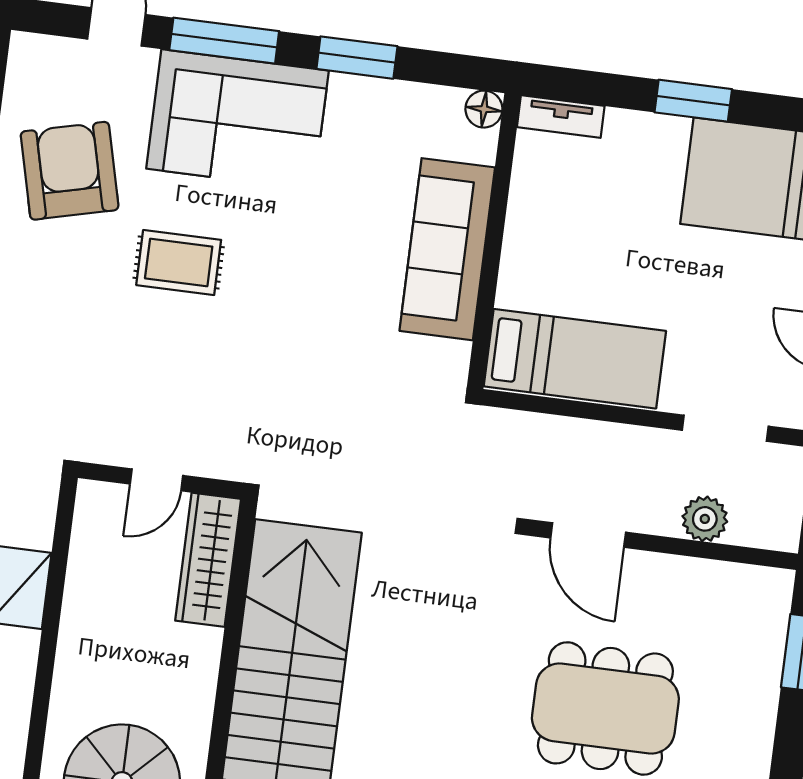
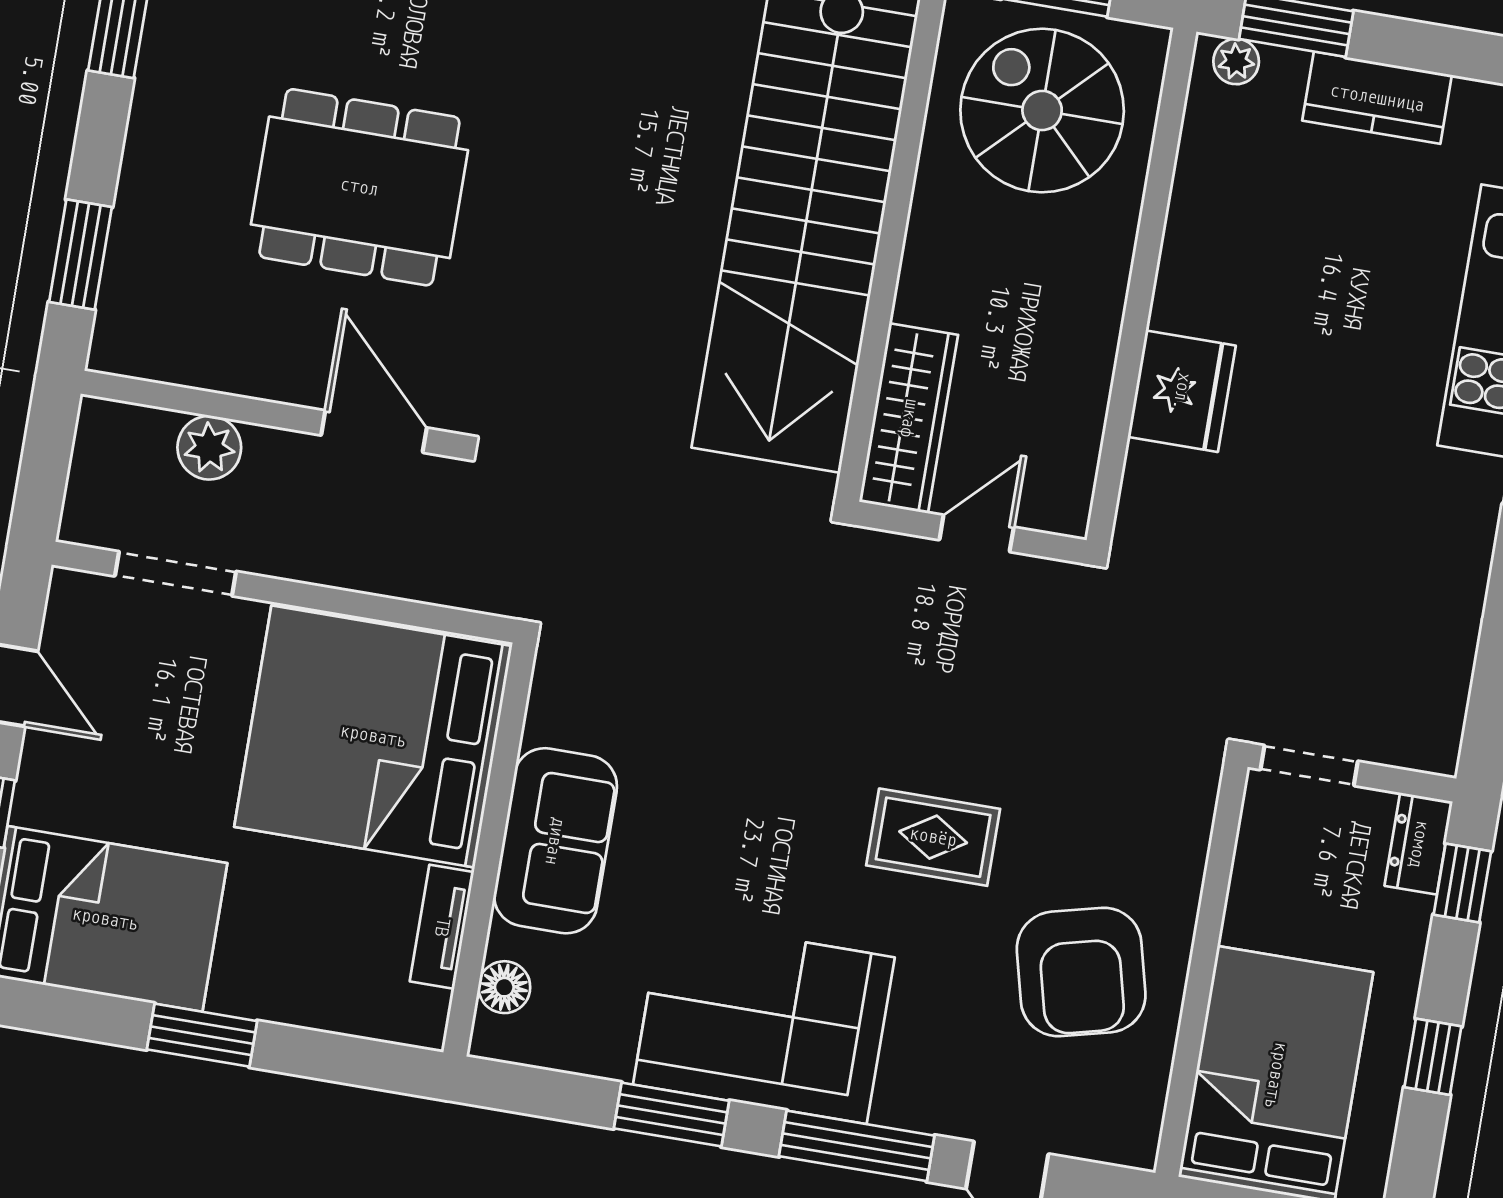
floor lamp: (484, 109) -> (504, 987), moved
tv unit: (561, 117) -> (442, 927), moved, turned -90
corner sofa: (238, 120) -> (764, 1021), moved
sofa: (447, 249) -> (555, 841), width x0.73
bed: (575, 359) -> (373, 736), width x2.04

